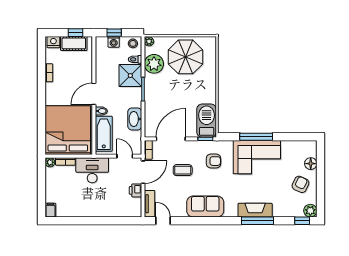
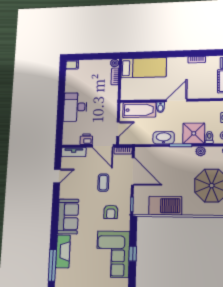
plant: (154, 64) -> (201, 151), width x0.53, depth x0.53
door: (94, 94) -> (177, 100), hinge flipped
washbasin: (135, 119) -> (164, 138), moved
barbecue: (207, 121) -> (165, 206), moved
bed: (68, 130) -> (144, 68), width x0.49
window: (256, 137) -> (133, 254), width x0.46
desk: (92, 170) -> (75, 107), moved, turned 180
sofa: (205, 207) -> (68, 216), moved
door: (163, 221) -> (57, 176), moved
window: (257, 221) -> (52, 265), moved

